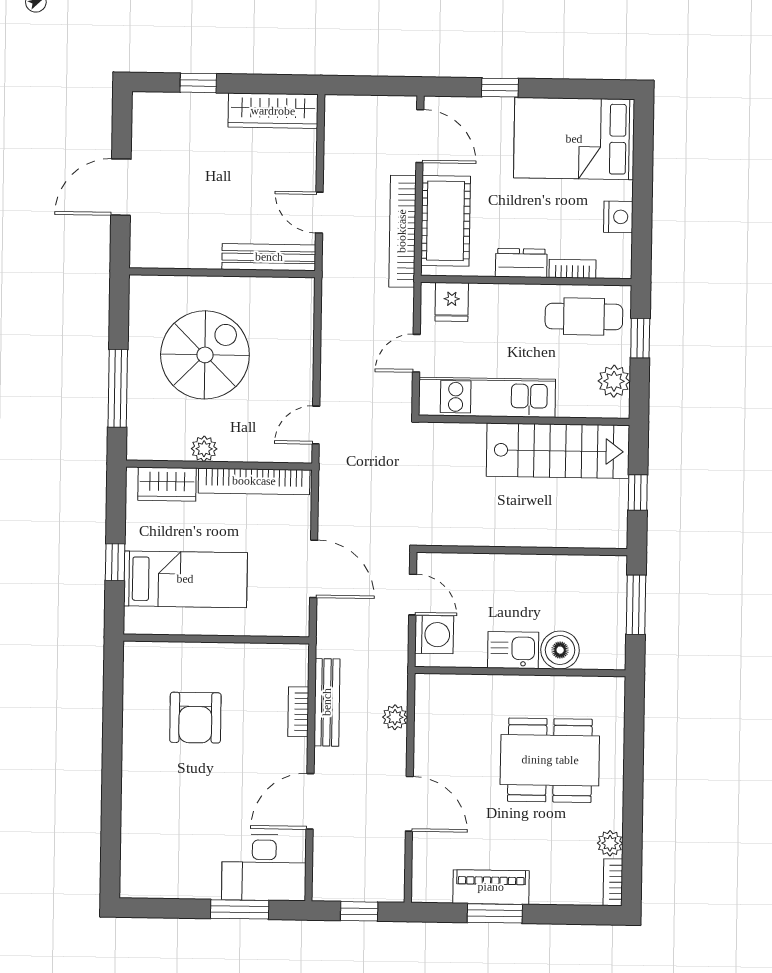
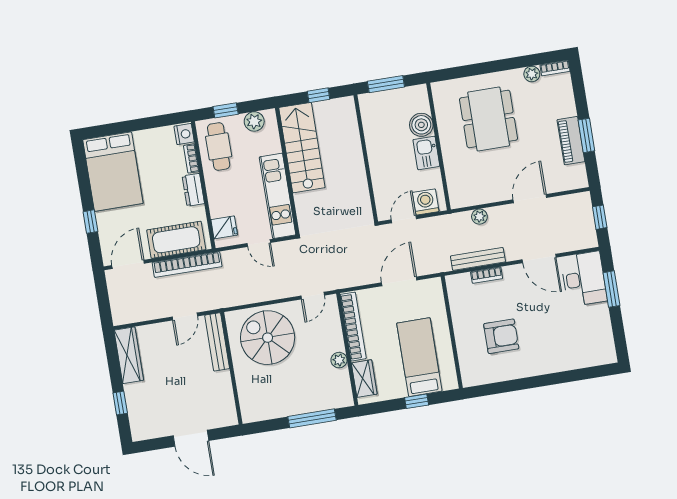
nightstand: (618, 217) -> (184, 134), moved, turned 90
spiral stairs: (205, 355) -> (268, 338), moved
door: (316, 425) -> (313, 296), hinge flipped

